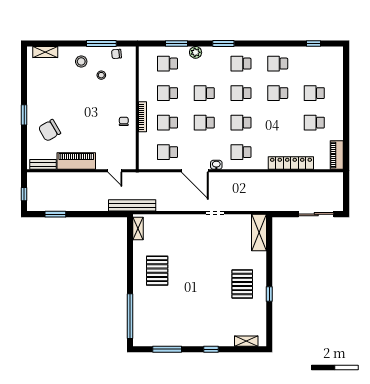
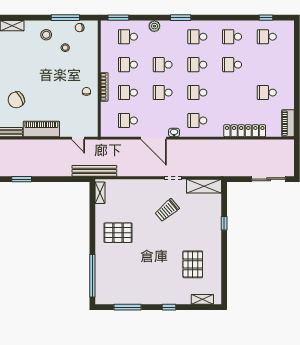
window: (176, 43) -> (118, 18), moved
school desk: (314, 93) -> (267, 37), moved
shelving: (259, 232) -> (204, 186), moved, turned 90
trolley: (209, 247) -> (167, 210), added
pallet: (157, 271) -> (118, 233), turned 90
pallet: (242, 284) -> (193, 264), moved
window: (269, 294) -> (224, 223), moved

